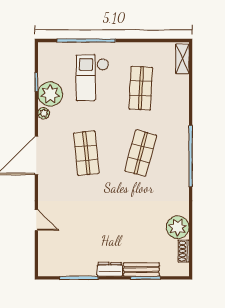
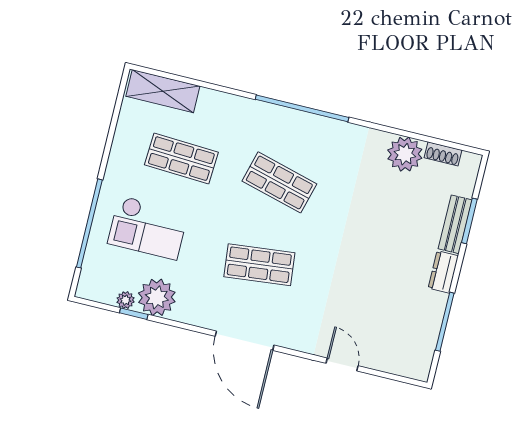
shelving: (182, 59) -> (163, 91), width x1.50, depth x1.33
plant: (44, 113) -> (126, 300), moved
door: (36, 220) -> (342, 364), hinge flipped

